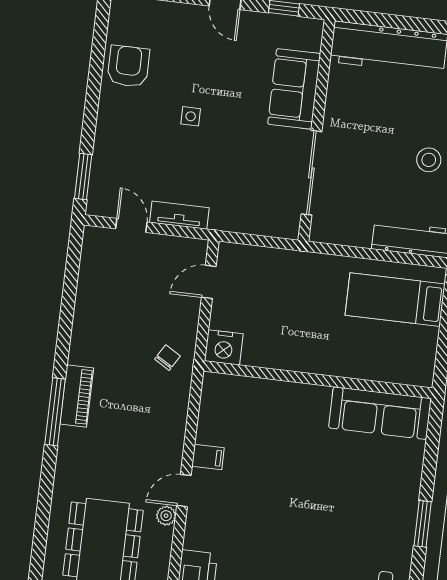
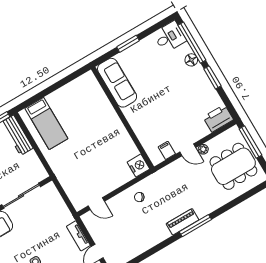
nightstand: (224, 347) -> (138, 166), moved
wall: (318, 380) -> (123, 118), moved
sofa: (380, 413) -> (117, 83), moved

